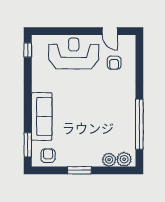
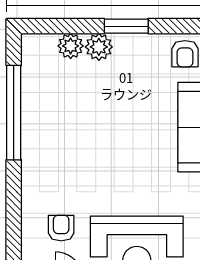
plant: (124, 159) -> (99, 47), moved

